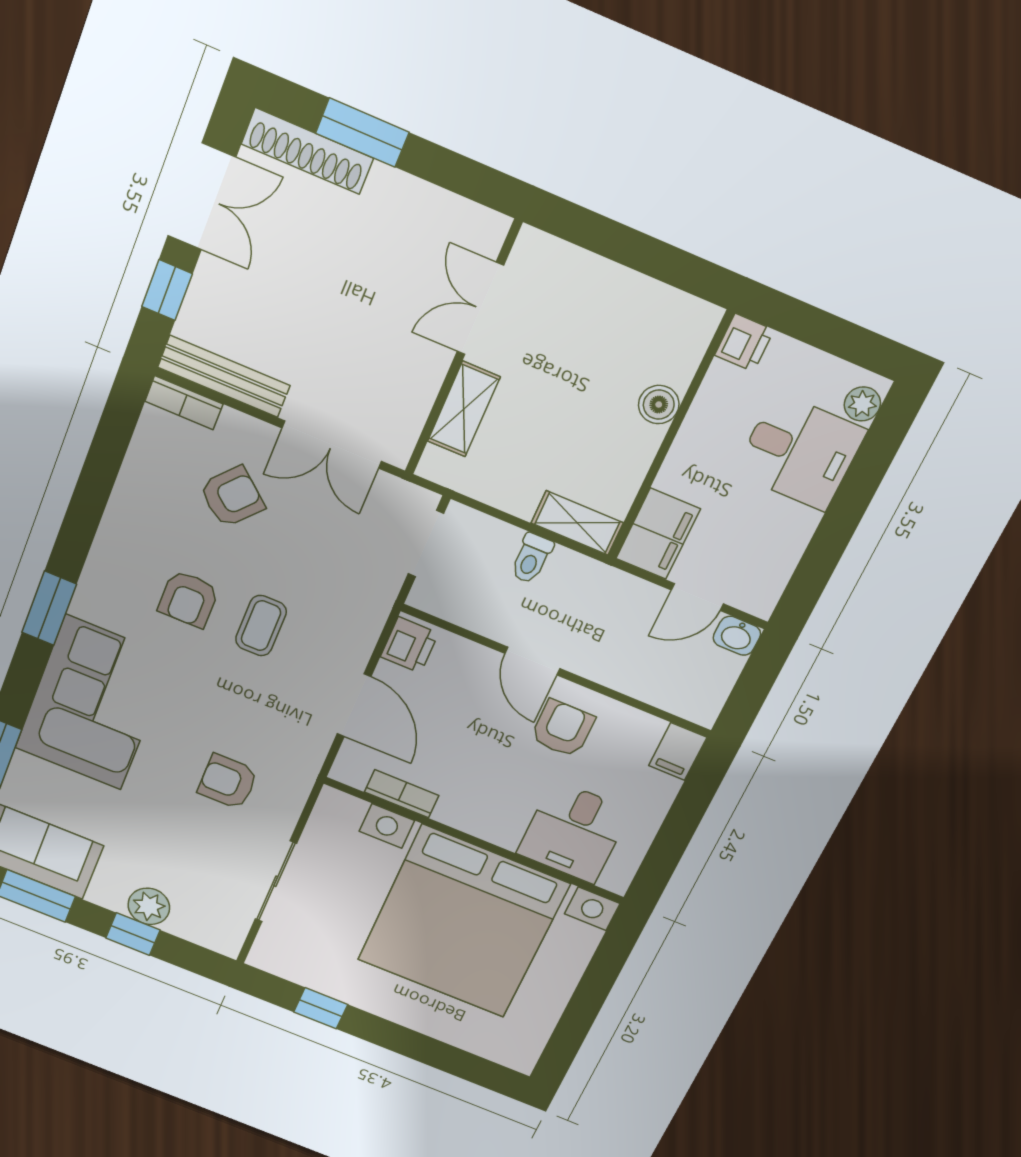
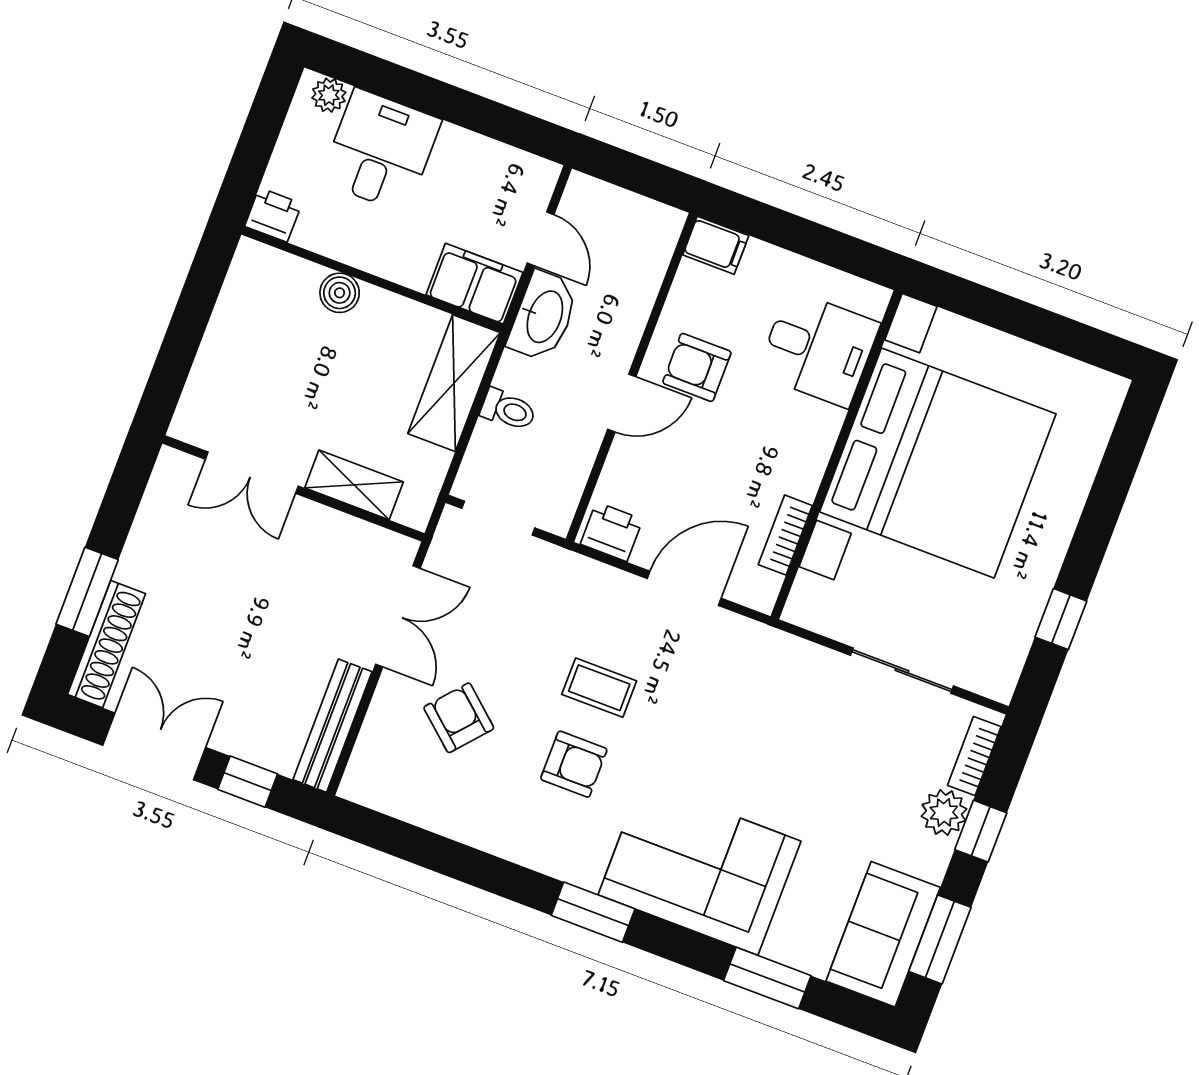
bookcase: (184, 403) -> (974, 756), moved, turned 180
shelving: (577, 523) -> (454, 383), width x1.50, depth x1.33
washbasin: (737, 636) -> (543, 316), moved, width x1.91, depth x1.45
armchair: (228, 782) -> (784, 723), removed

